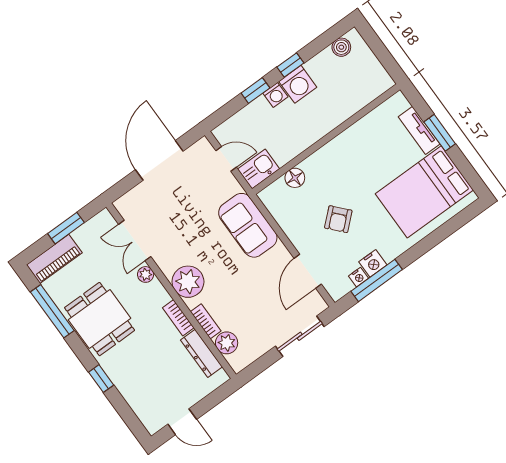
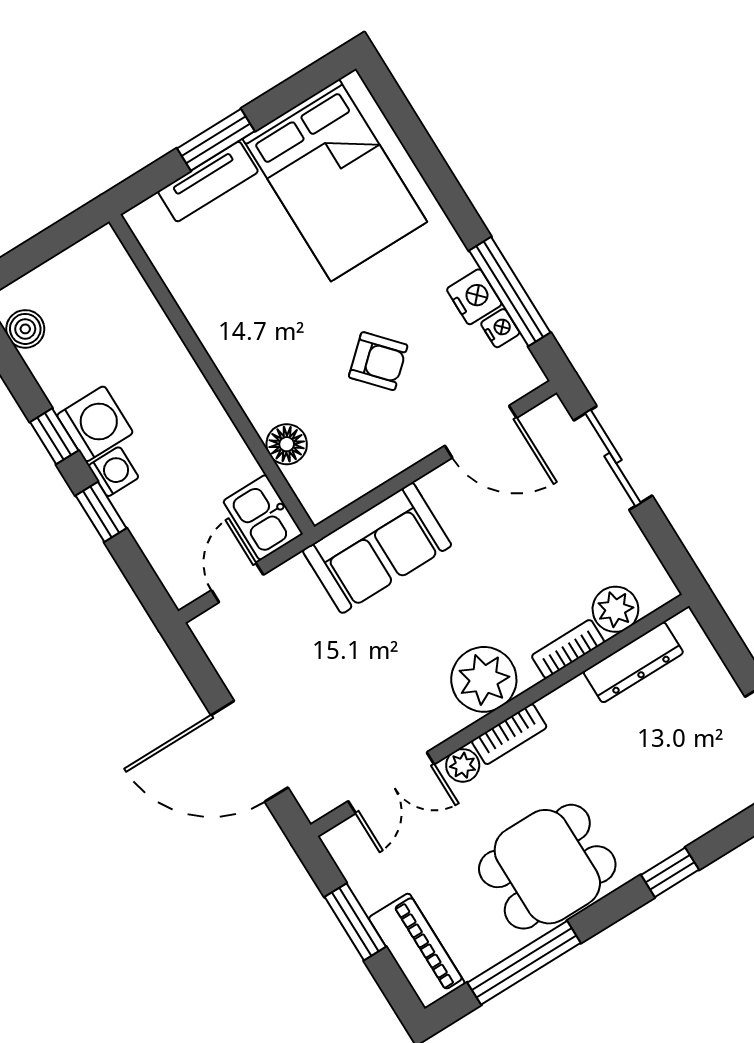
door: (159, 160) -> (249, 751), moved
bookcase: (178, 318) -> (509, 734), moved

